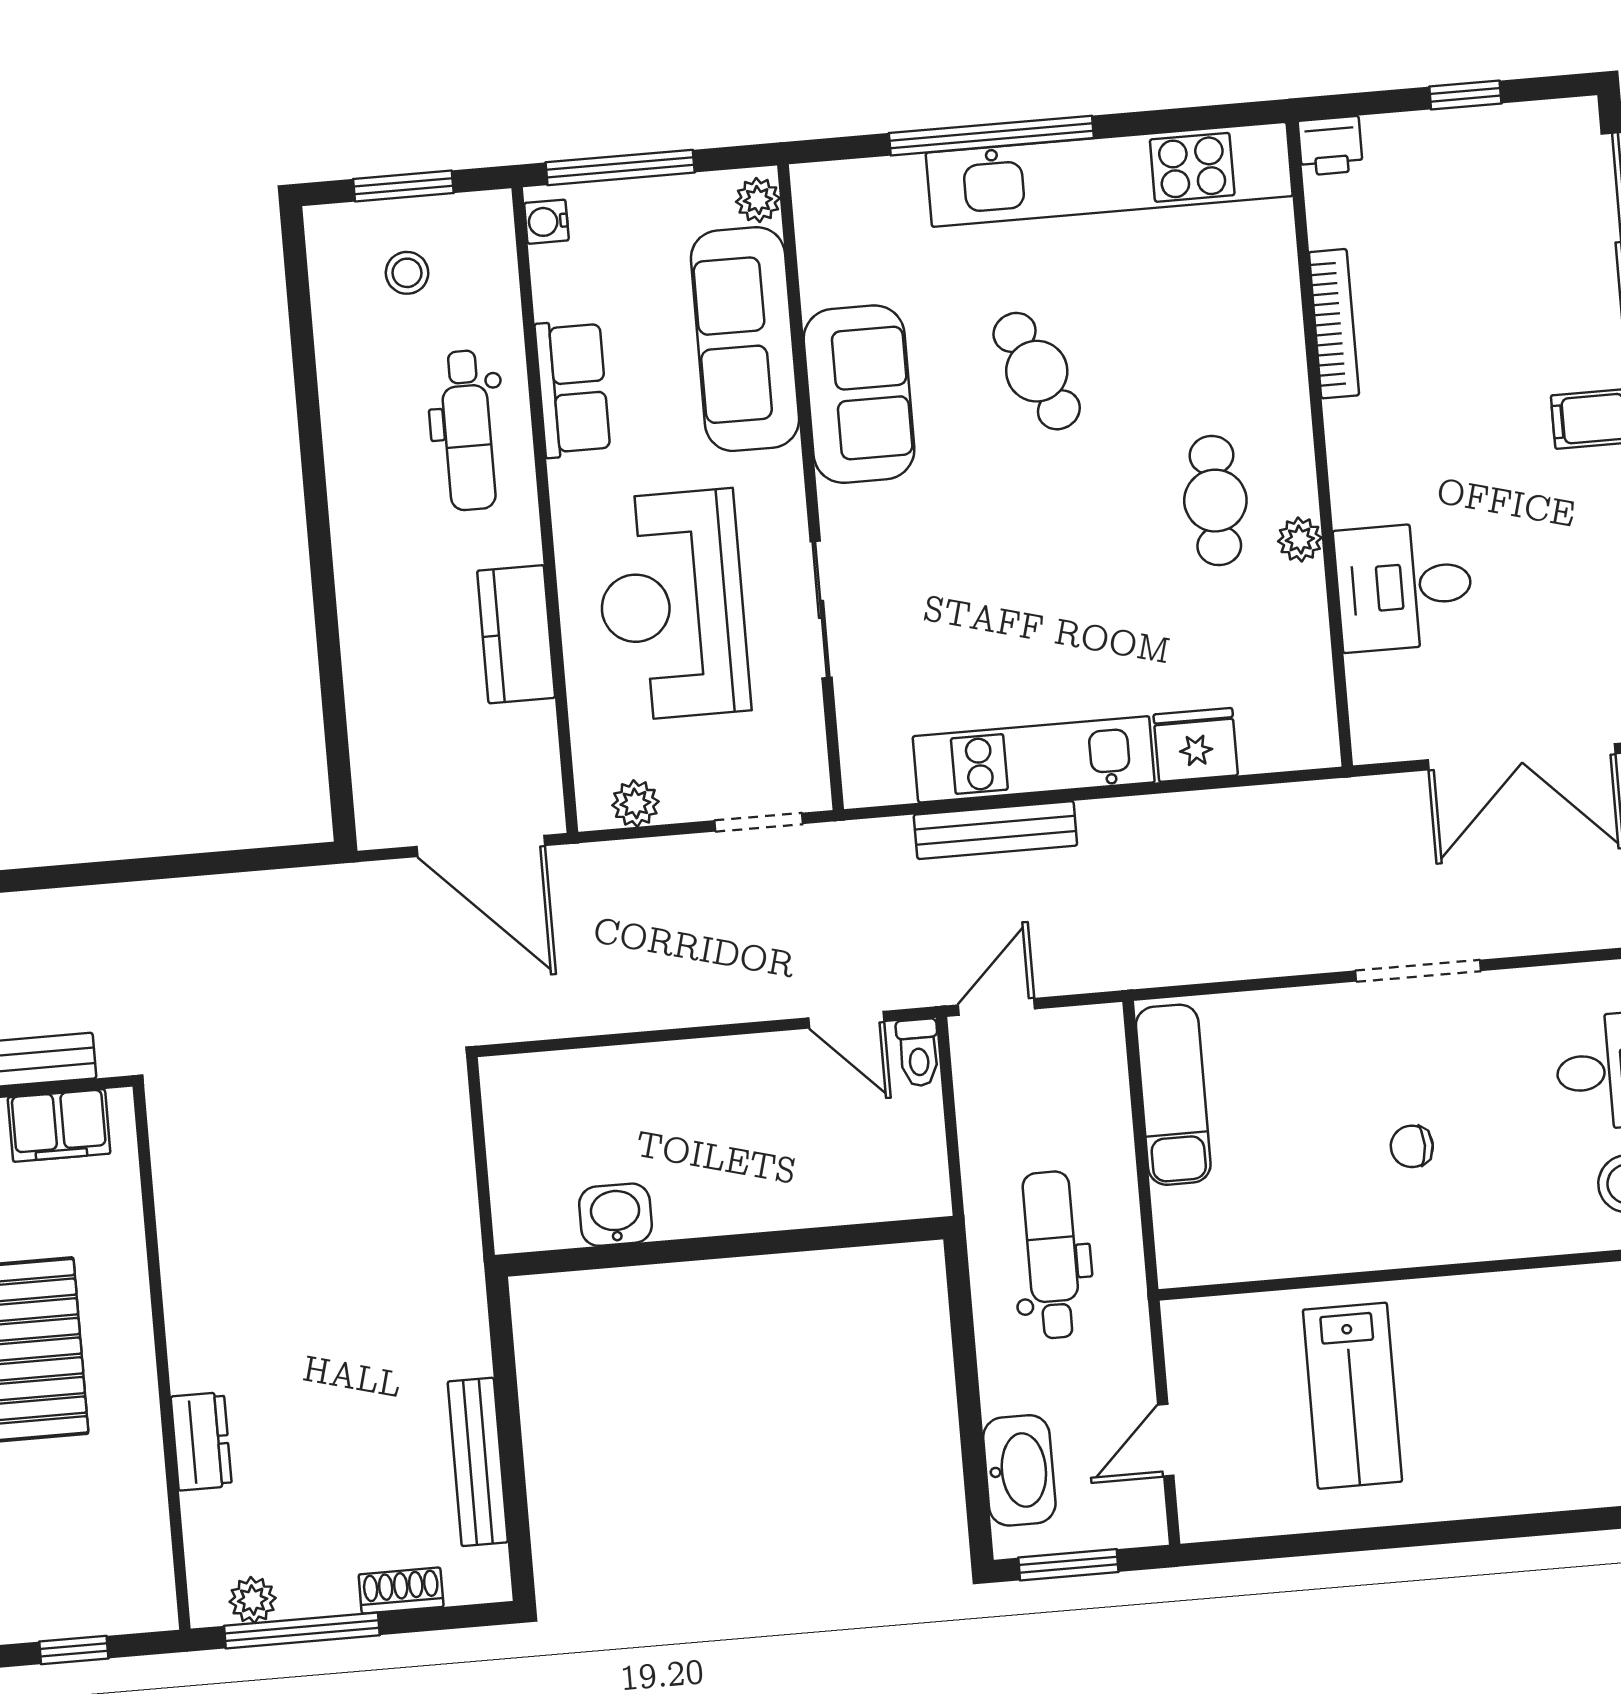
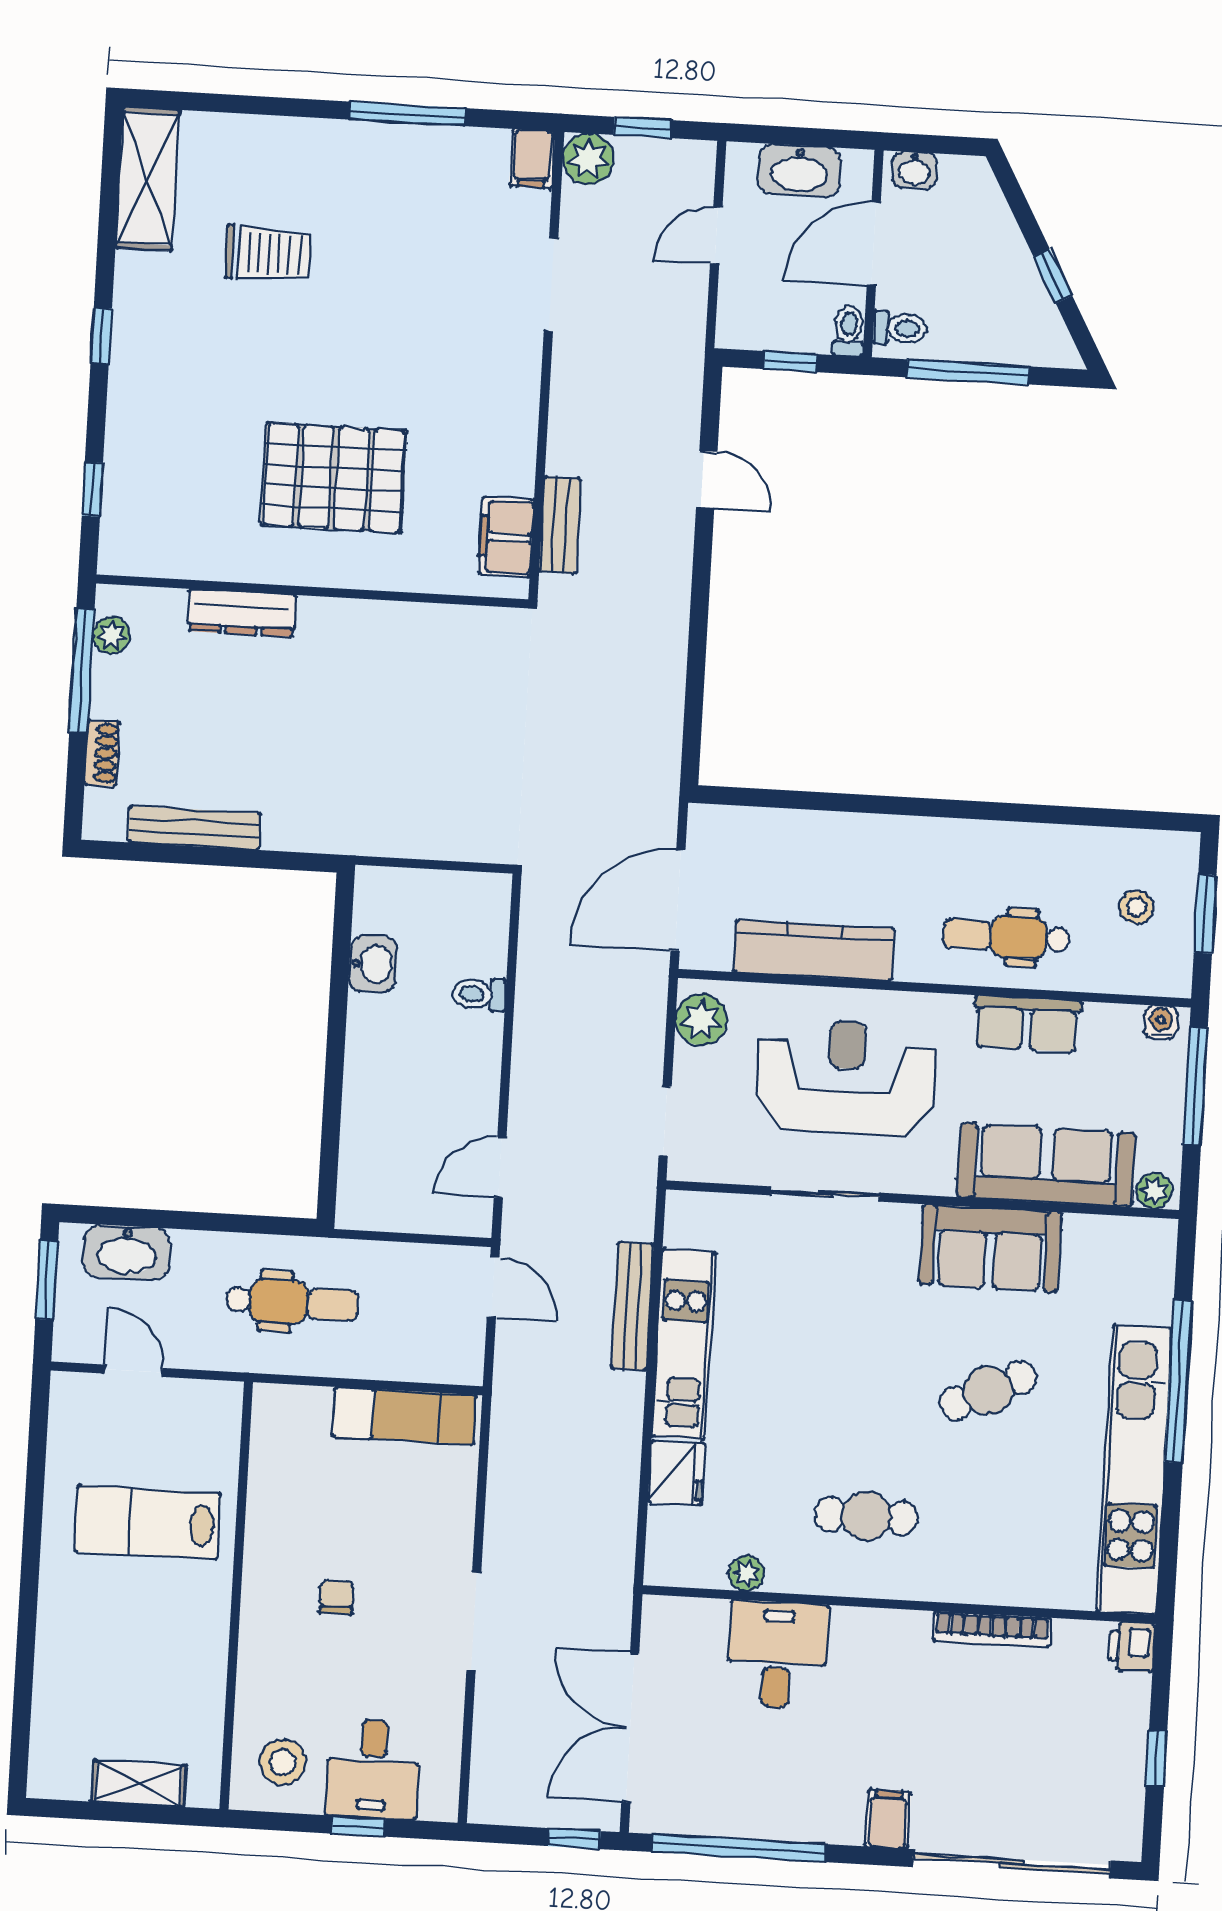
plant: (1300, 539) -> (746, 1574), moved
kitchen counter: (516, 634) -> (814, 950), width x1.50
plant: (635, 803) -> (701, 1020), width x1.38, depth x1.38
toilet: (918, 1053) -> (479, 994), moved
dresser: (201, 1441) -> (242, 613), width x1.44

